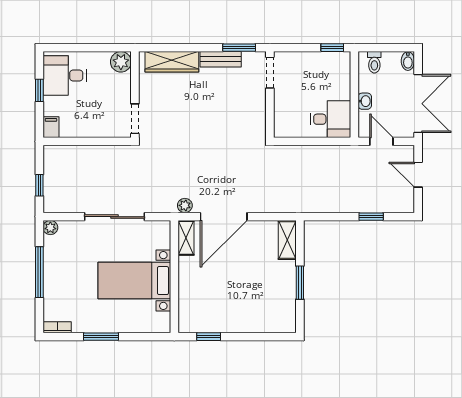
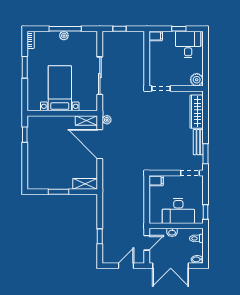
desk: (331, 119) -> (178, 211), moved, width x1.37
filing cabinet: (282, 127) -> (156, 181), added
plant: (50, 228) -> (64, 36), moved

